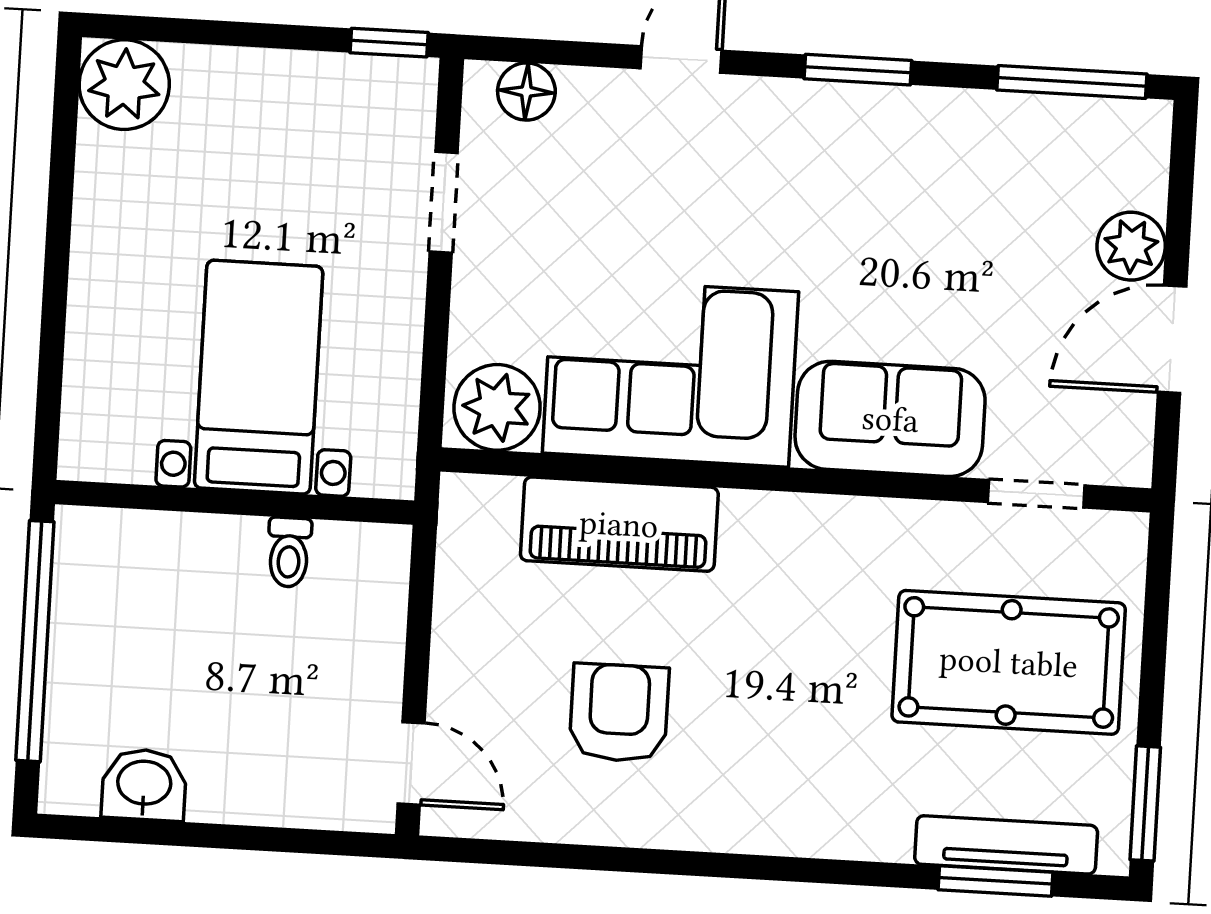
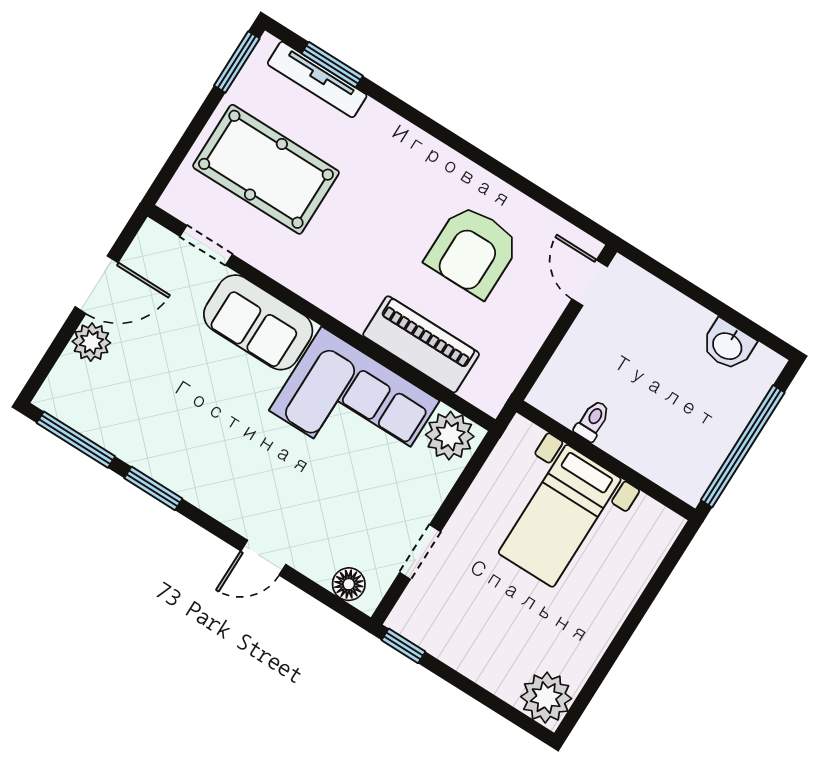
window: (858, 70) -> (153, 488), moved
armchair: (619, 713) -> (473, 251), width x1.36, depth x1.36

